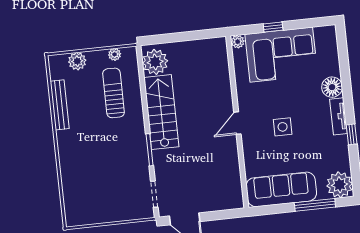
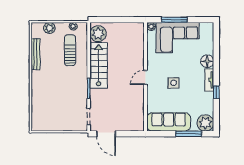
window: (273, 27) -> (174, 20), width x2.17

